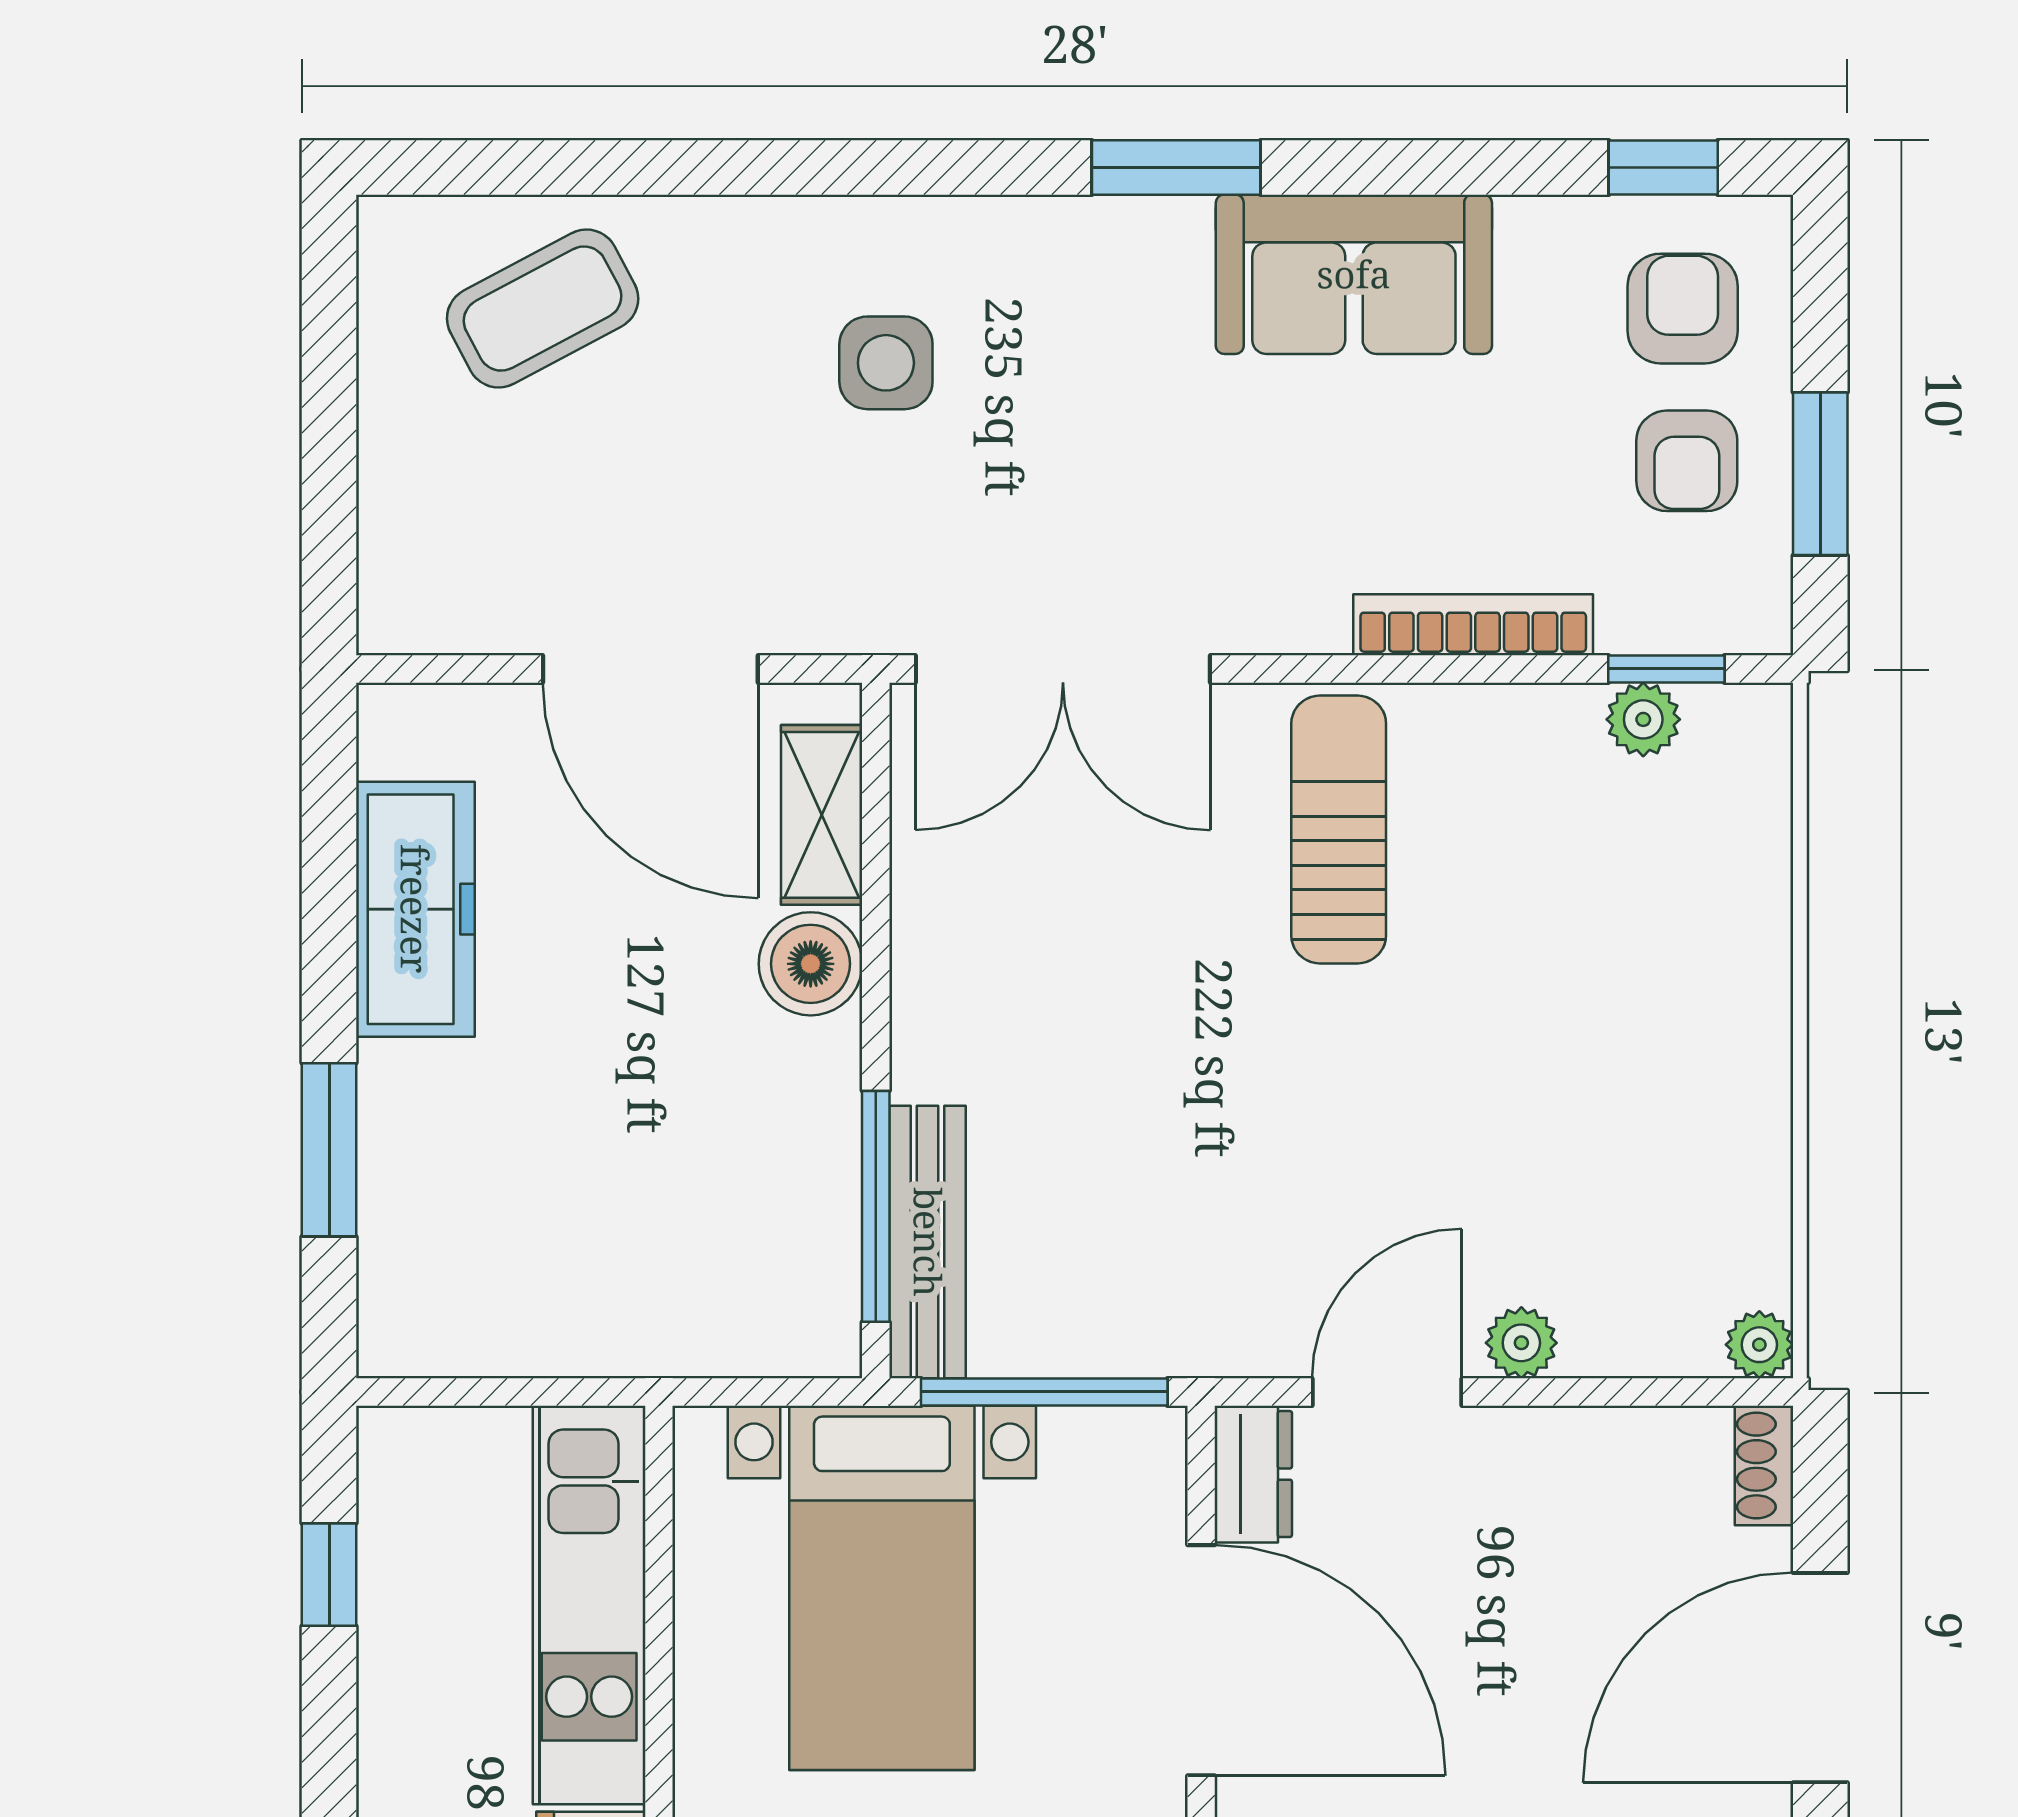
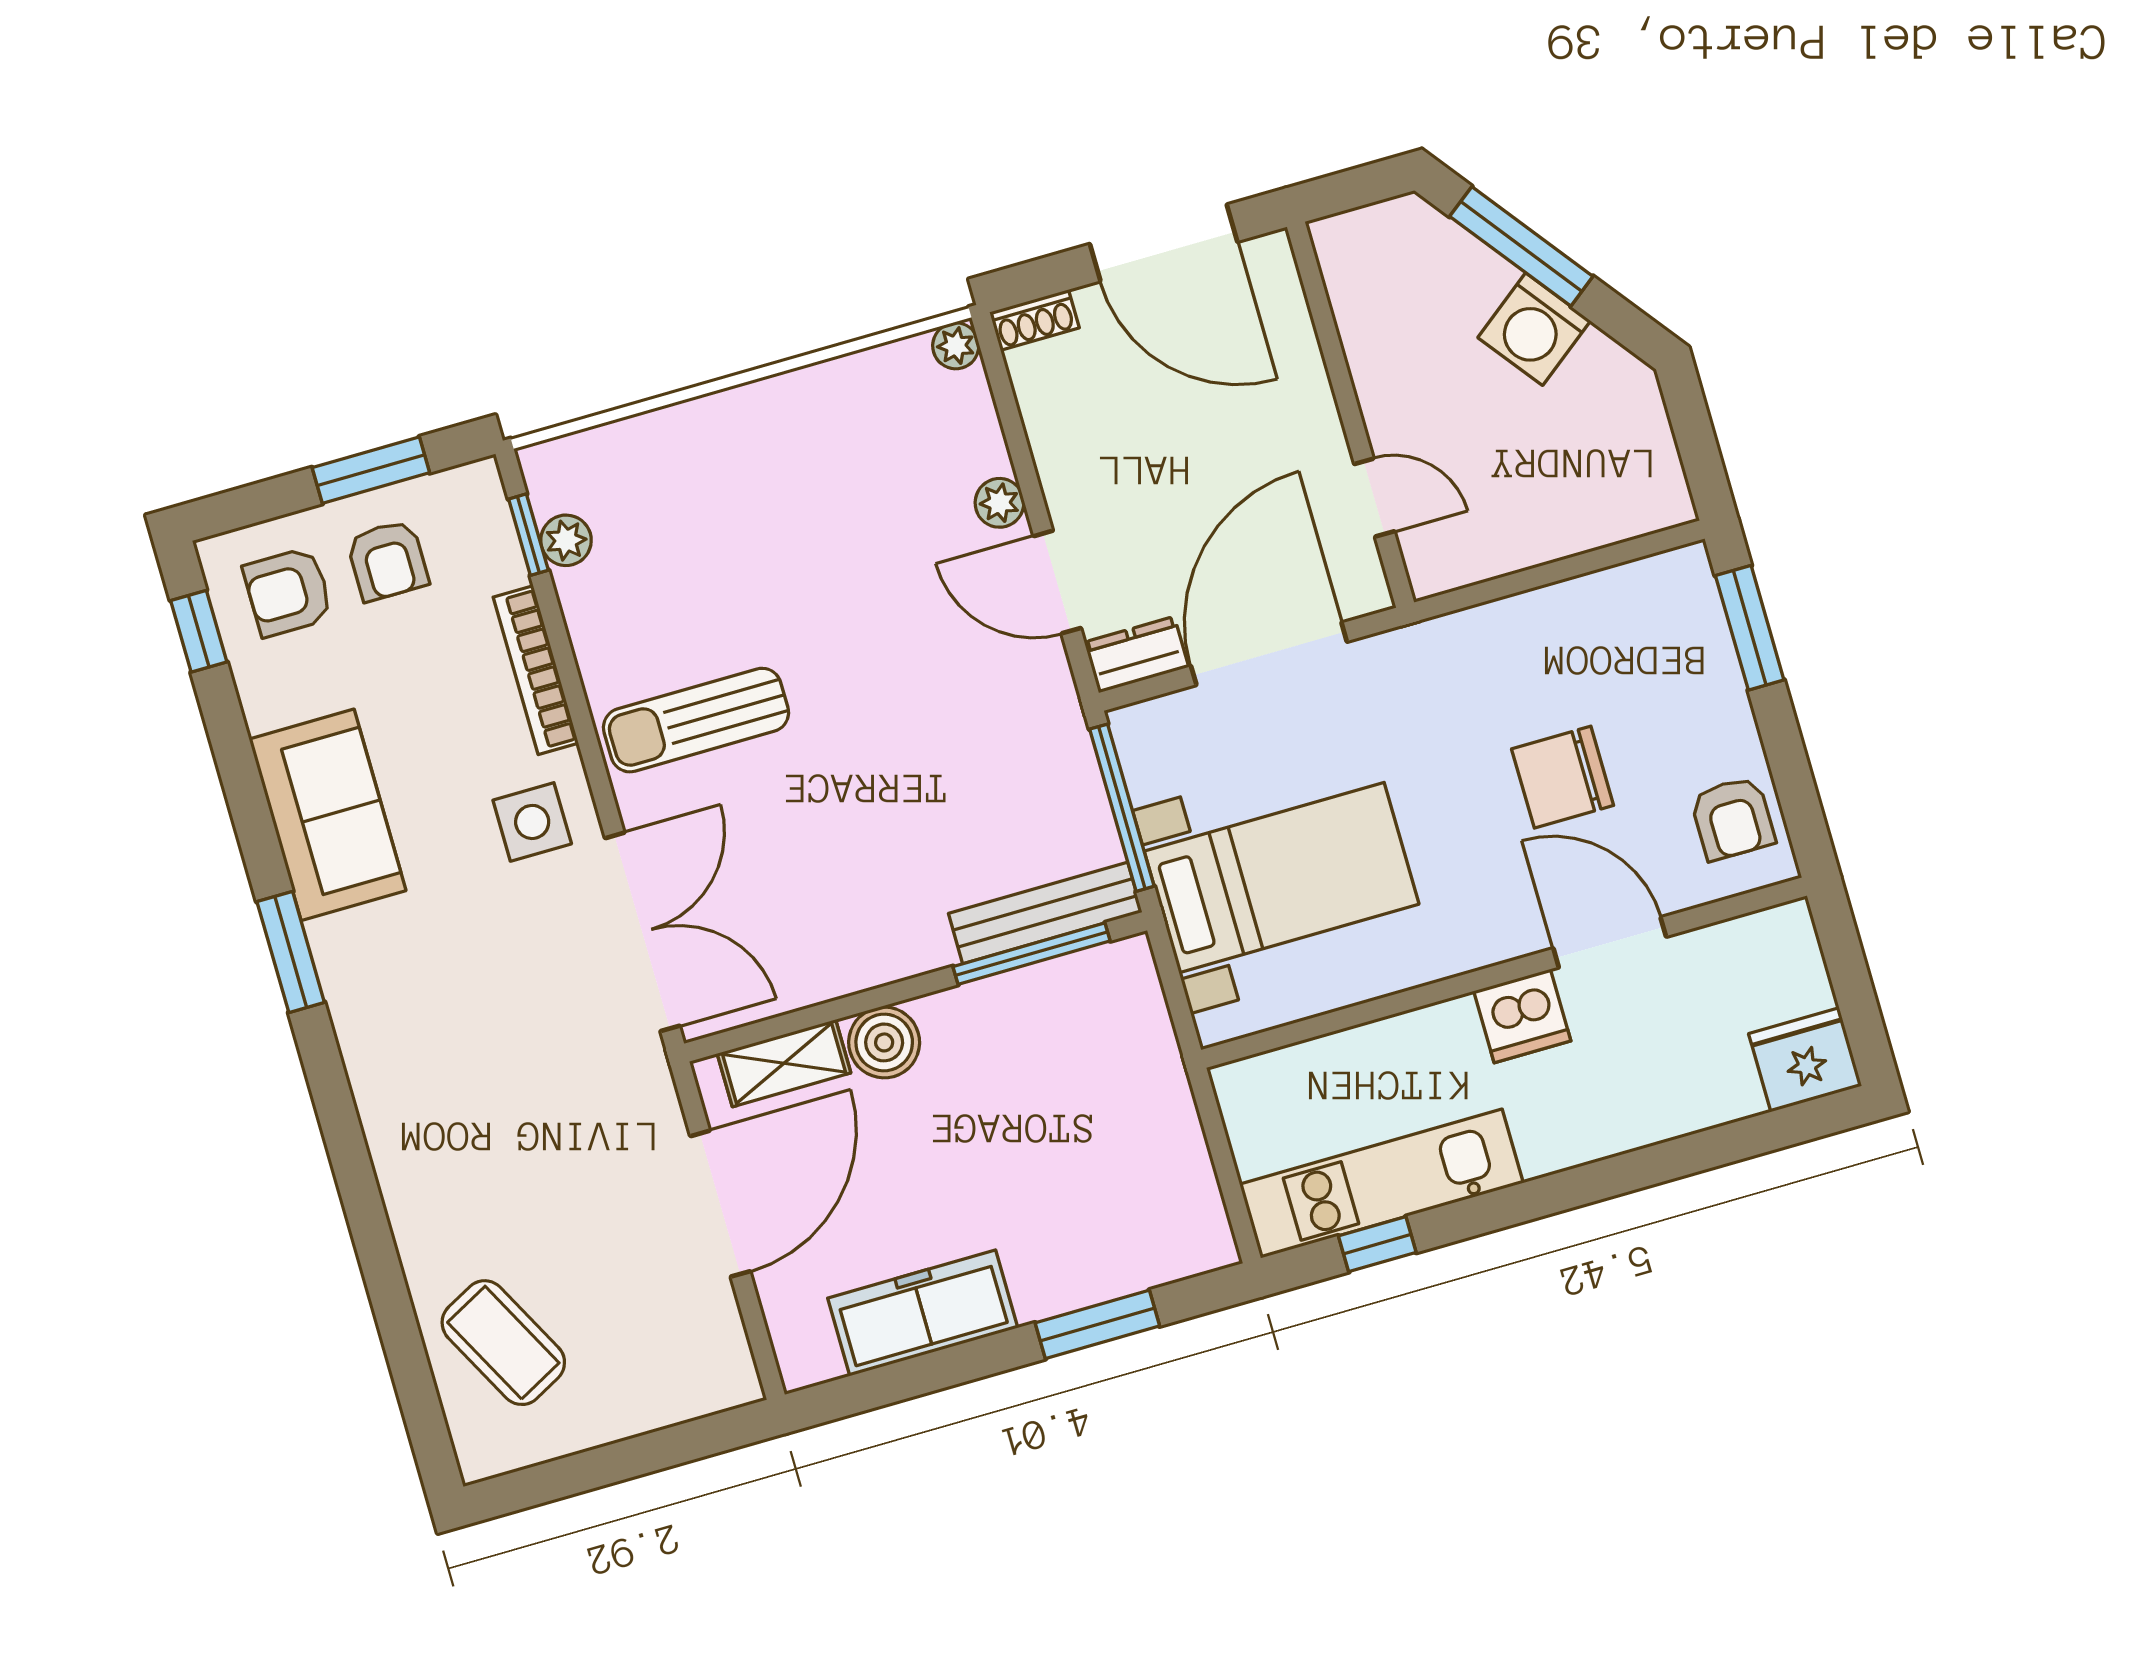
side table: (886, 363) -> (532, 822), moved
armchair: (1687, 461) -> (388, 560), turned 90
kitchen unit: (589, 1605) -> (1381, 1184), moved, turned 180

